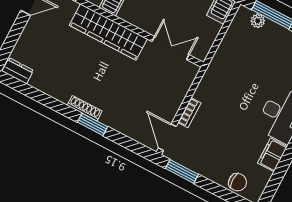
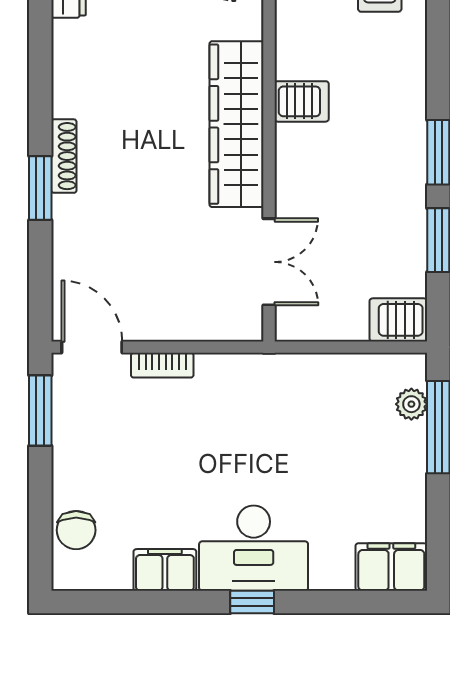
door: (167, 137) -> (92, 347), hinge flipped

